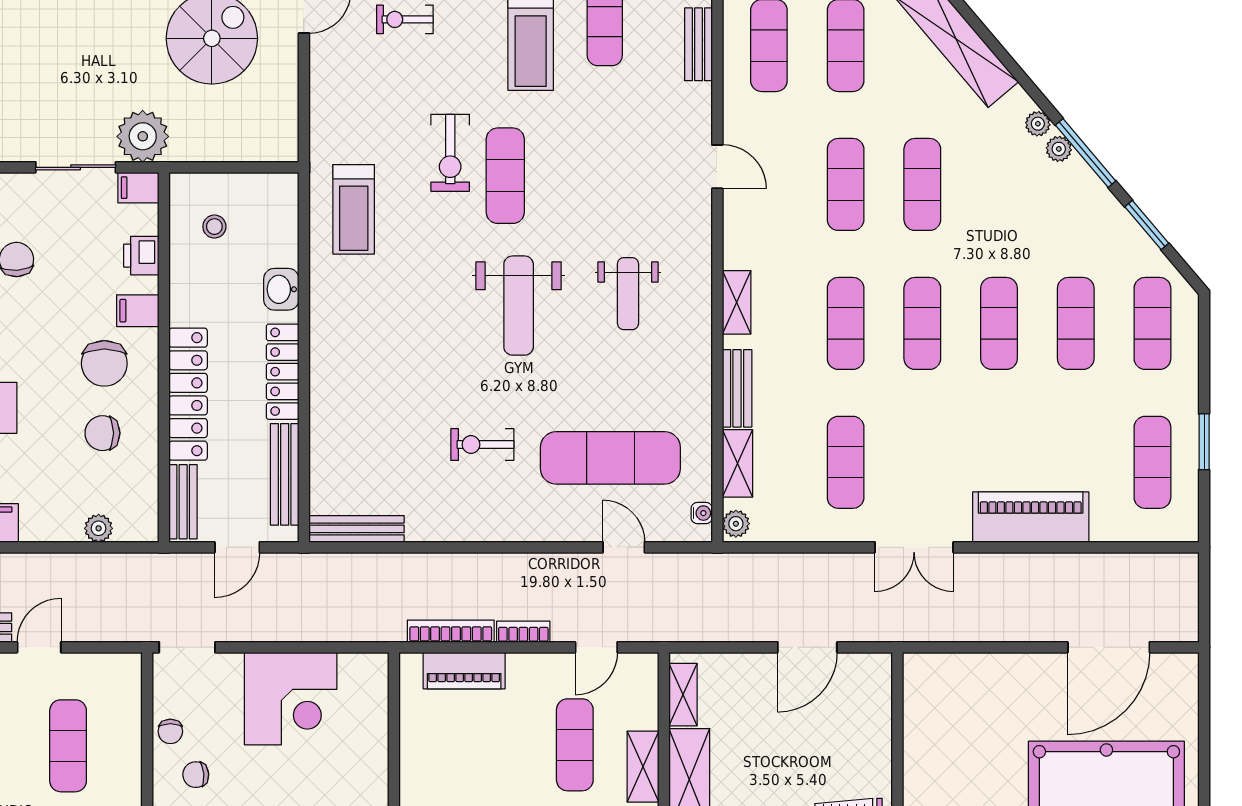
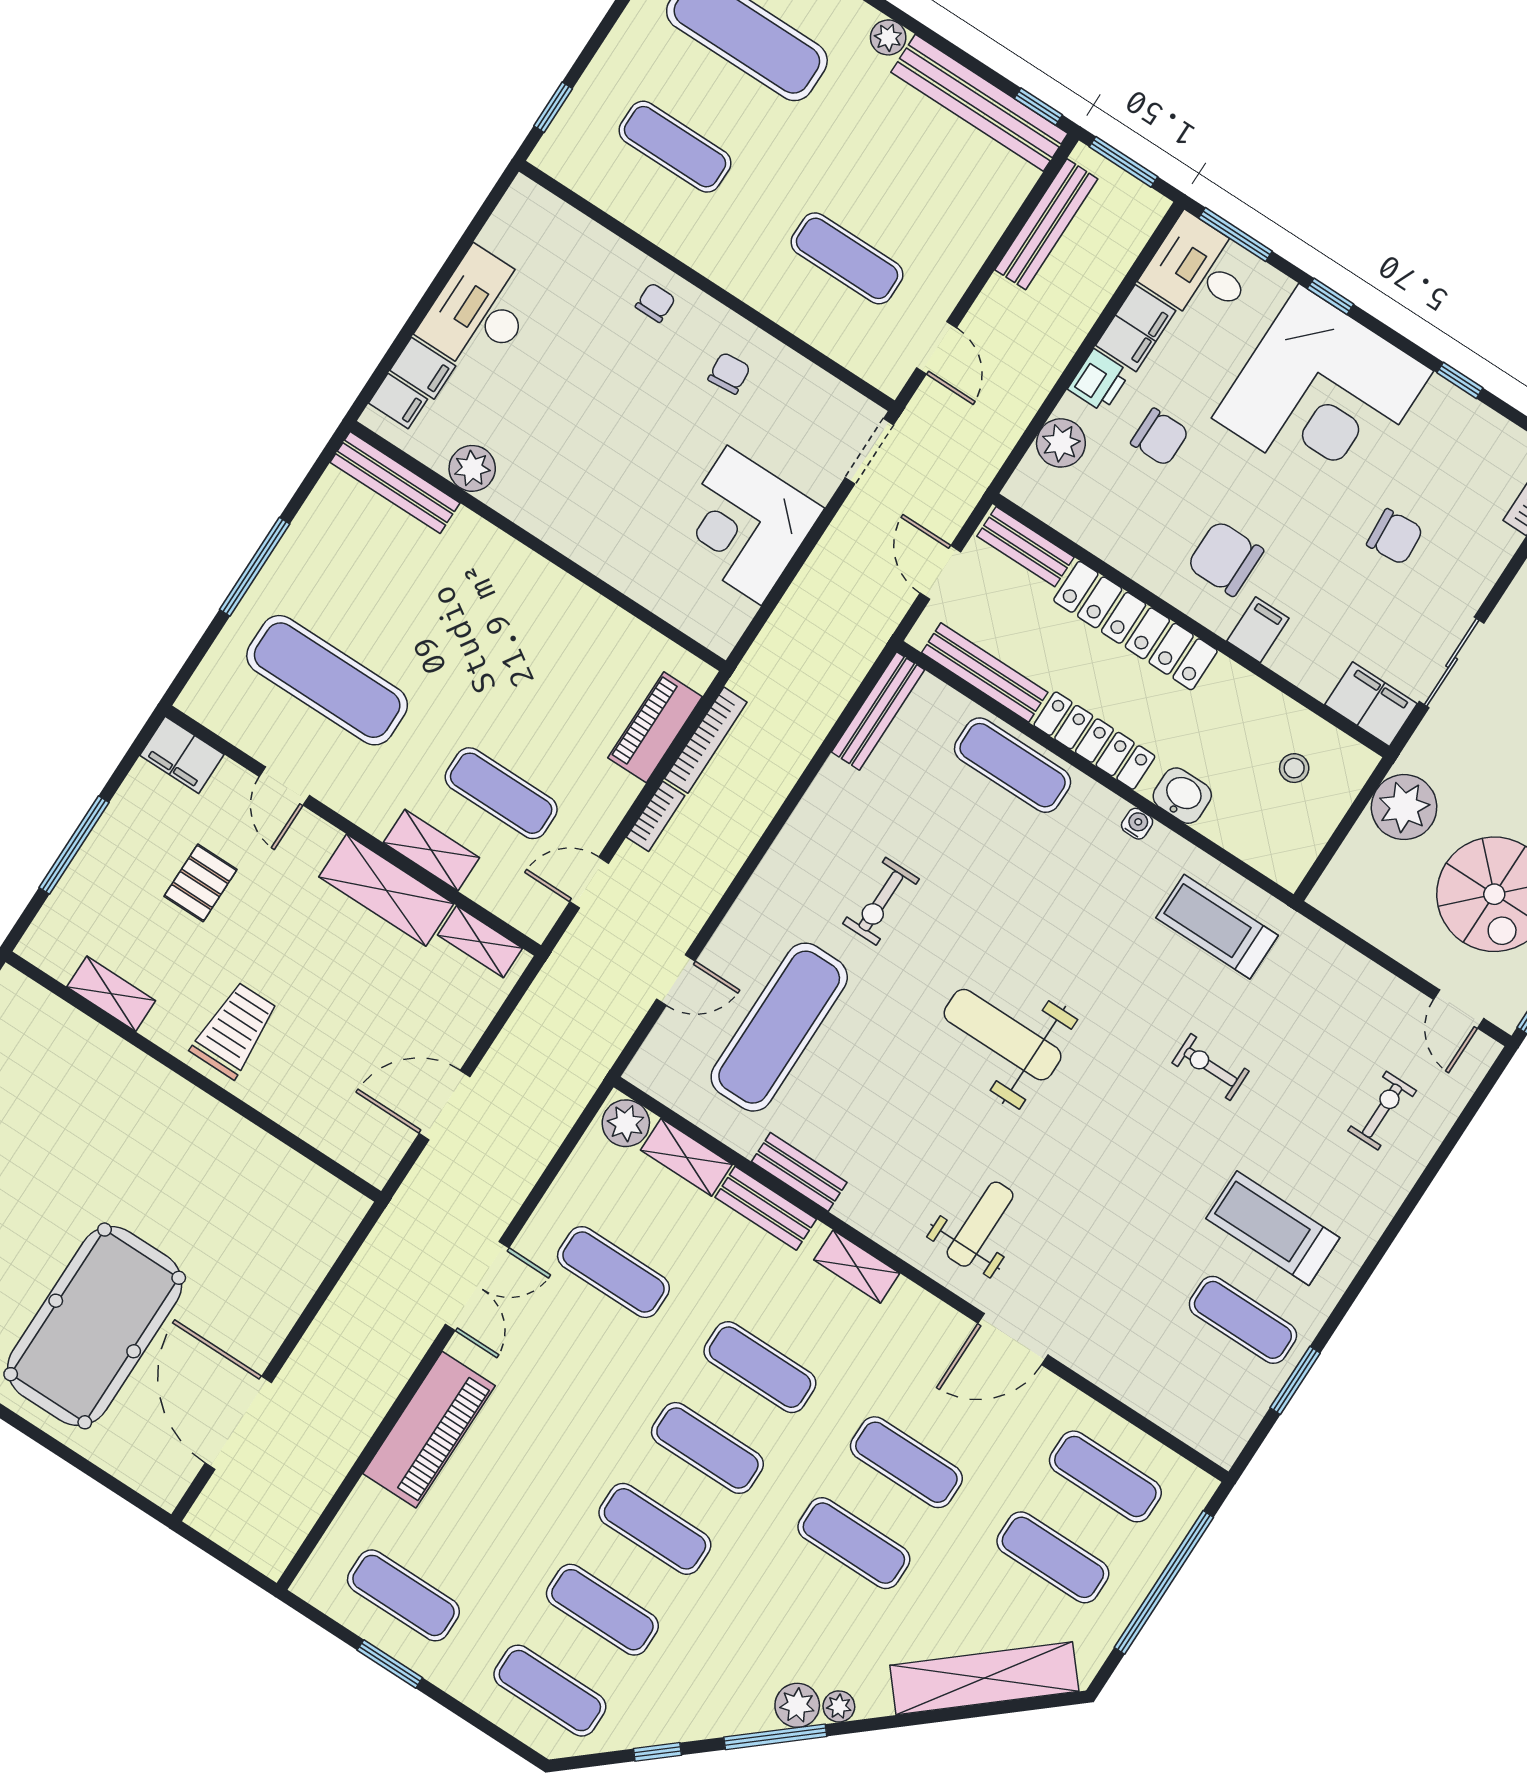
bench: (698, 44) -> (799, 1172), moved
plant: (143, 136) -> (1404, 807), moved
plant: (1059, 149) -> (797, 1705), width x1.38, depth x1.38
exercise bike: (450, 153) -> (1210, 1067), width x0.73, depth x0.72
door: (717, 167) -> (1013, 1339), width x1.38
exercise mat: (505, 176) -> (1013, 765), moved
filing cabinet: (138, 188) -> (1371, 704), width x2.00
window: (1147, 225) -> (657, 1752), width x0.67
printer: (141, 256) -> (1099, 381), moved, turned 90
weight bench: (628, 294) -> (980, 1224), moved, turned 90
chair: (102, 433) -> (1160, 437), moved, turned 90
exercise bike: (482, 445) -> (881, 901), turned 180
water cooler: (702, 513) -> (1137, 824), moved, turned 180
plant: (736, 524) -> (626, 1123), width x1.38, depth x1.38
plant: (99, 528) -> (1061, 443), width x1.38, depth x1.38
double door: (914, 547) -> (477, 1286), swing flipped
door: (39, 647) -> (936, 348), moved
door: (596, 647) -> (589, 883), hinge flipped
door: (807, 647) -> (445, 1105), hinge flipped
chair: (170, 731) -> (792, 376), removed

